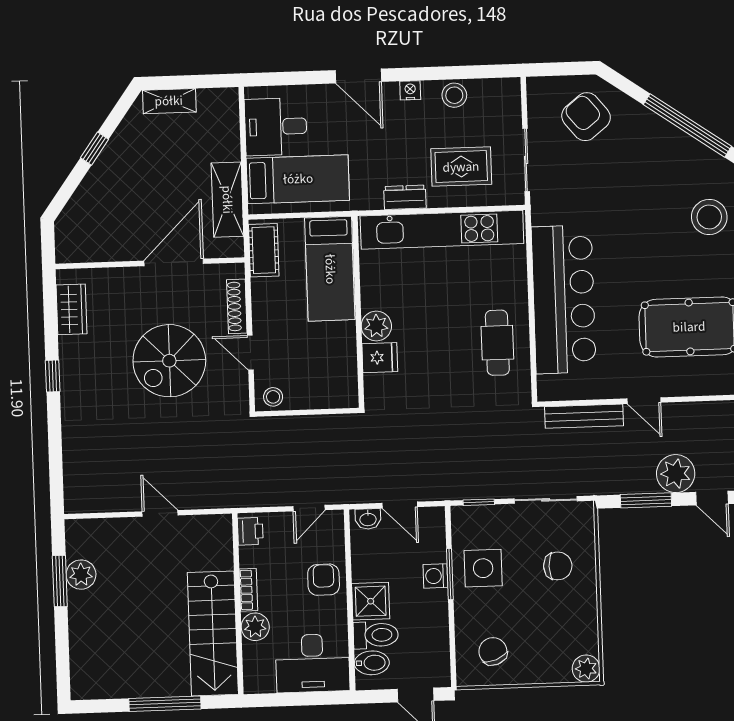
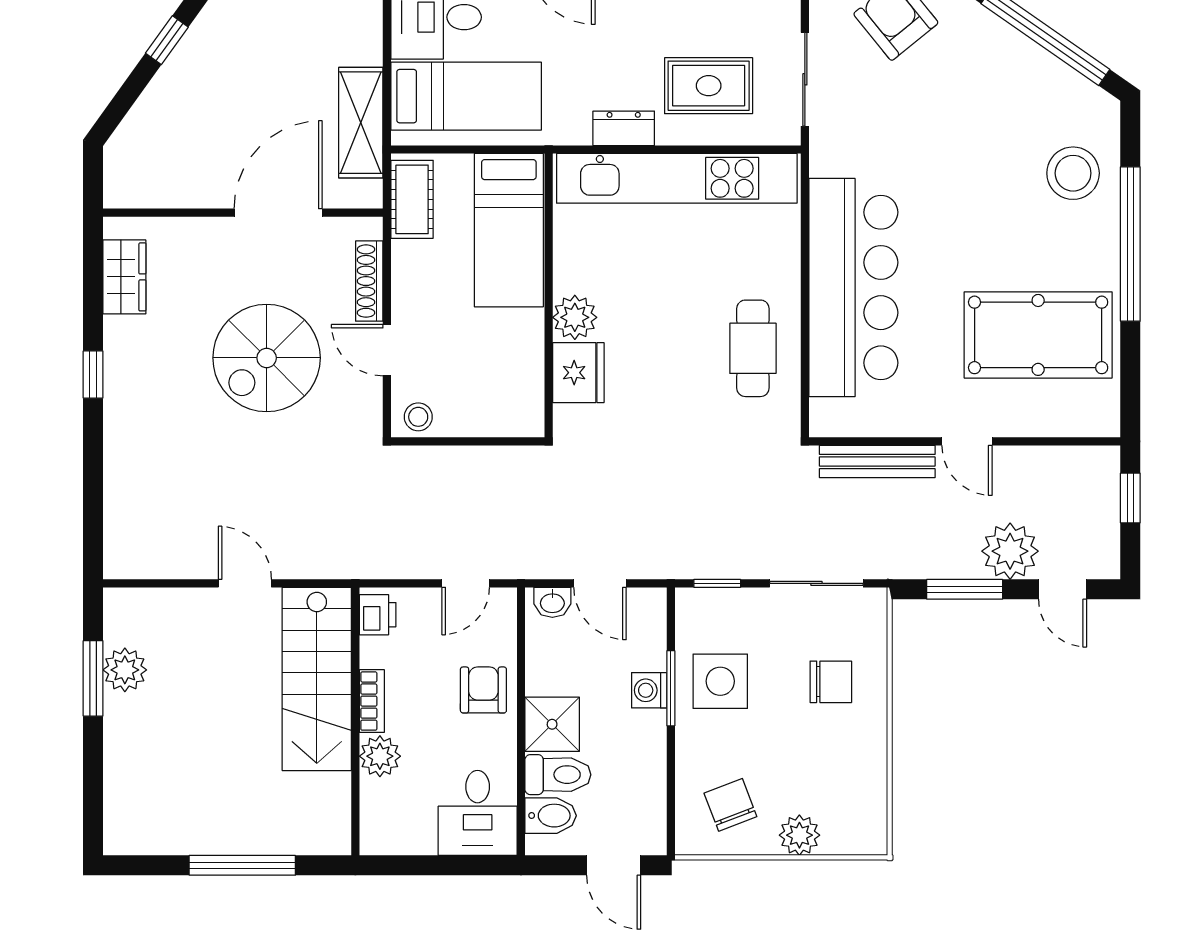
fridge: (380, 358) -> (578, 373), width x1.38
stairs: (213, 633) -> (317, 679), moved
desk: (313, 663) -> (478, 813), width x0.73
plant: (586, 669) -> (799, 835), moved

